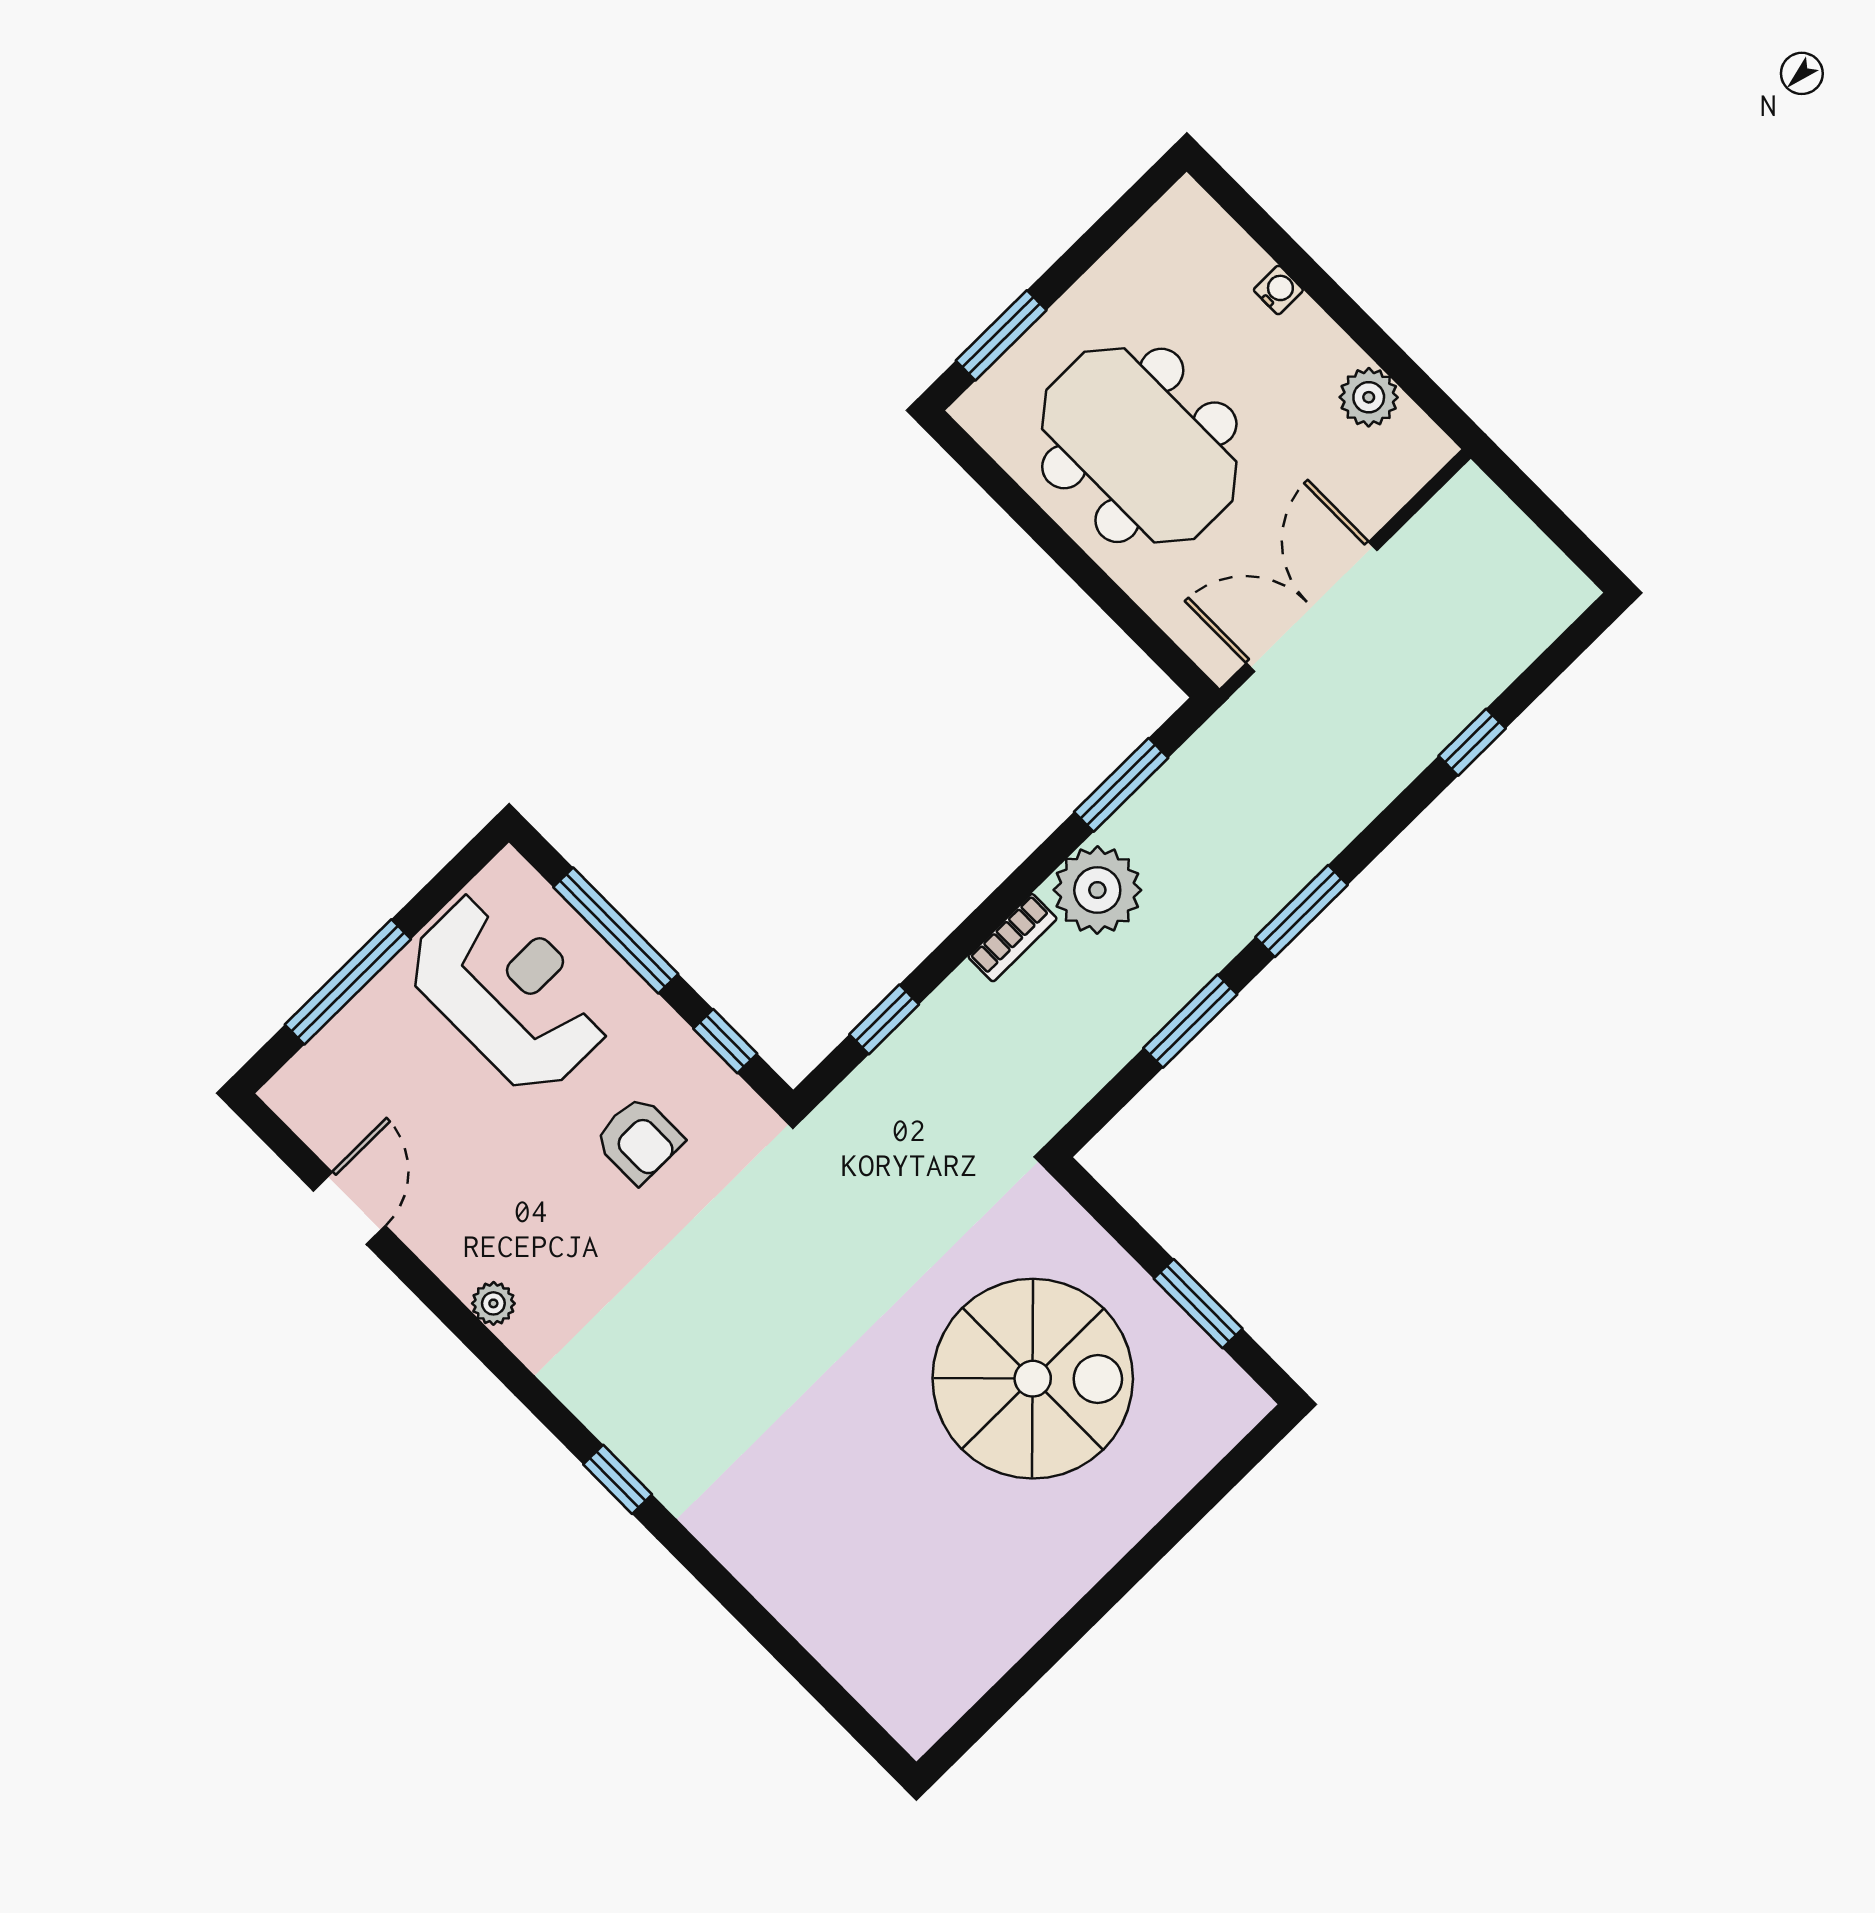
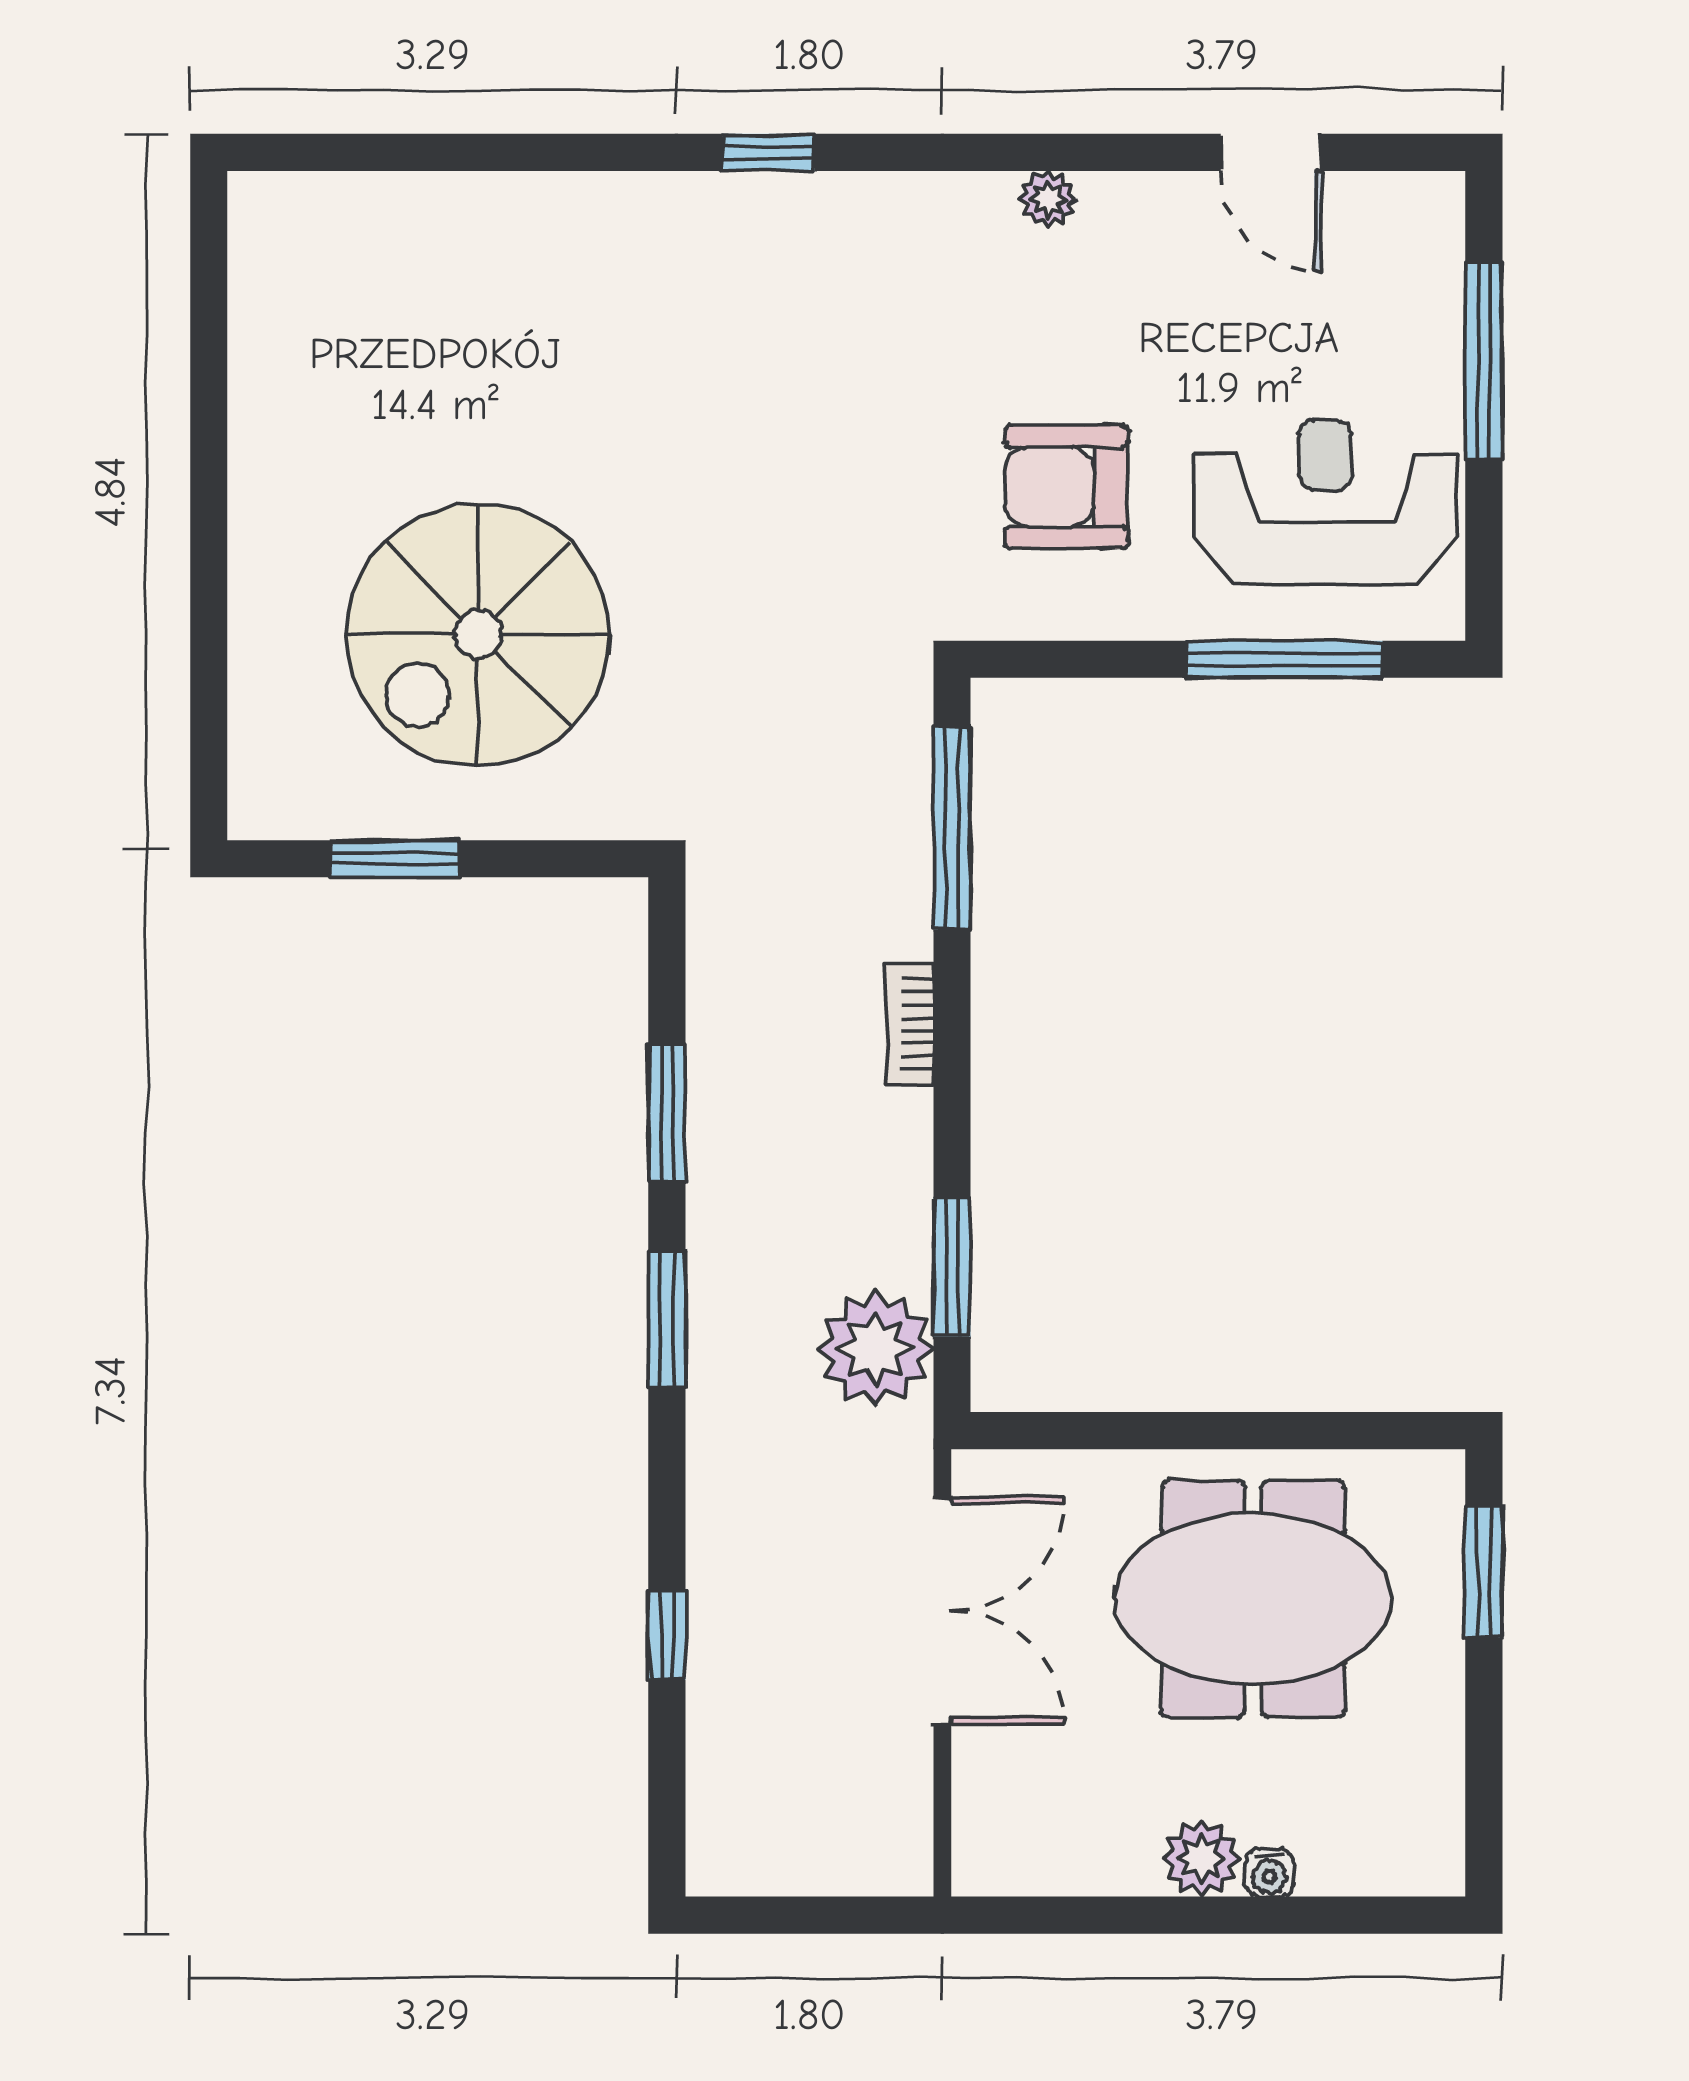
plant: (1369, 397) -> (1201, 1858), moved
plant: (1097, 890) -> (876, 1349), moved
reception desk: (509, 992) -> (1325, 503), turned 180
window: (884, 1019) -> (952, 828), width x2.17
window: (725, 1041) -> (1079, 659), removed
armchair: (639, 1140) -> (1067, 487), width x1.38, depth x1.38

